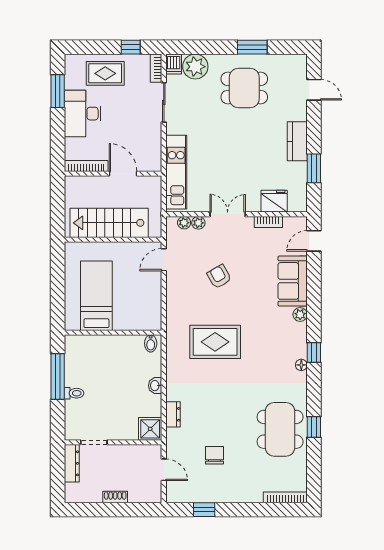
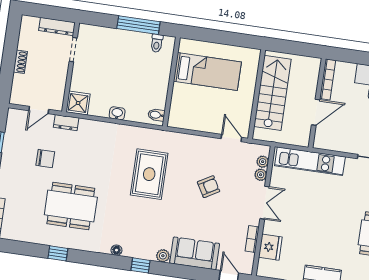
window: (314, 352) -> (141, 265), moved
toilet: (74, 393) -> (157, 43), moved
dresser: (173, 414) -> (66, 123), moved
dining table: (280, 429) -> (71, 206), moved

